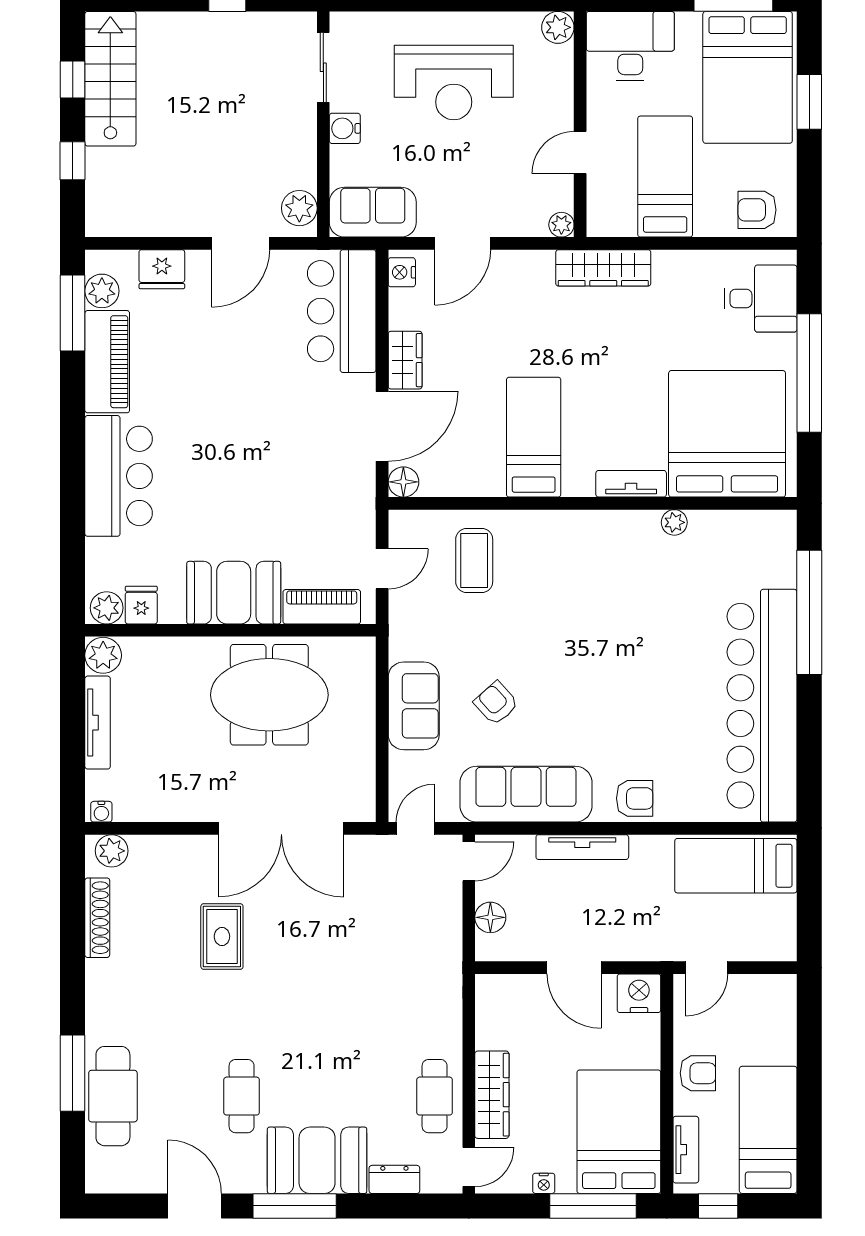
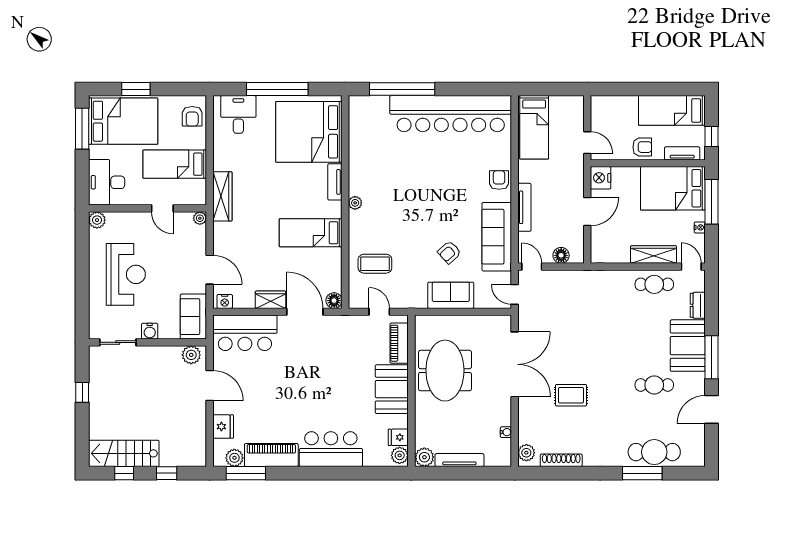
plant: (674, 522) -> (355, 203), moved
water cooler: (101, 812) -> (506, 432), moved
armchair: (698, 1073) -> (642, 147), turned 90

